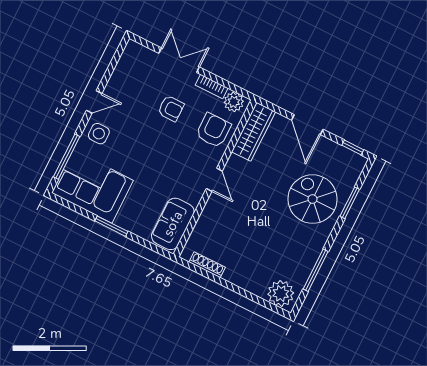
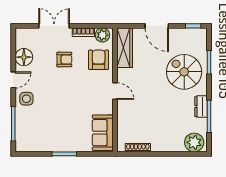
floor lamp: (122, 80) -> (24, 57), added
corner sofa: (92, 187) -> (39, 135), removed
dresser: (312, 253) -> (201, 107), added

